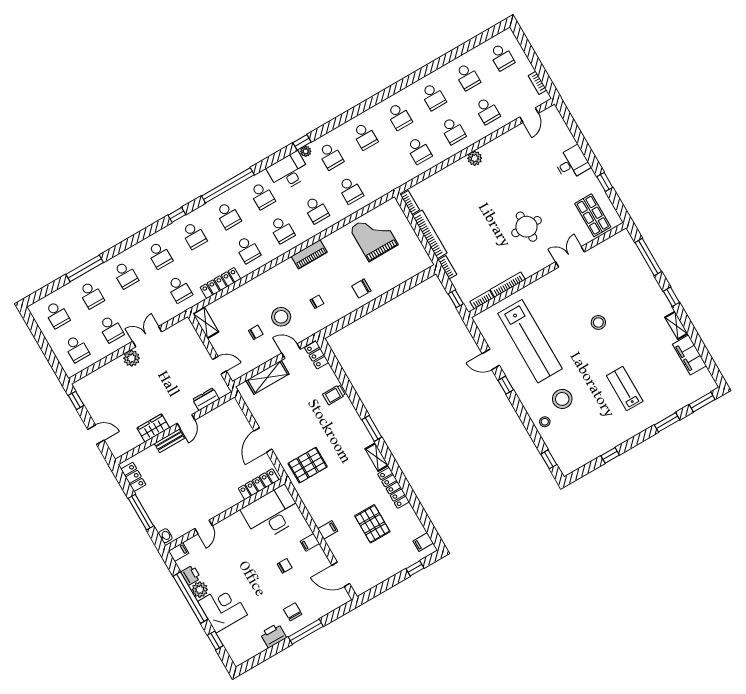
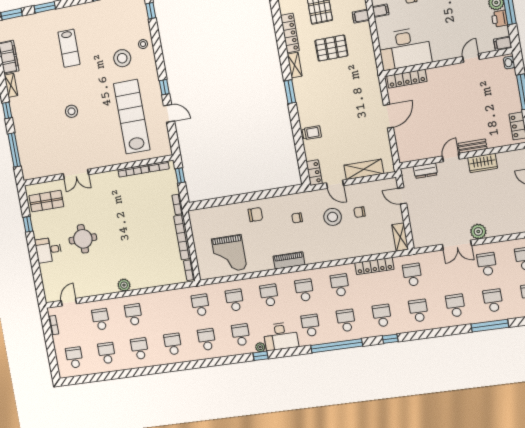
school desk: (419, 150) -> (201, 305), moved
shop shelf: (593, 215) -> (46, 201), turned 90
round table: (526, 227) -> (83, 239), moved
pallet: (308, 465) -> (331, 48), moved

